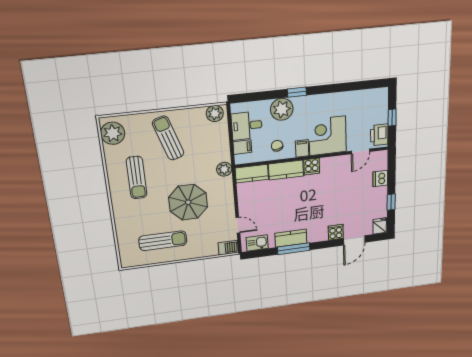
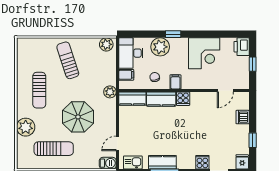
desk: (247, 126) -> (131, 53), width x1.37
plant: (113, 133) -> (26, 127), moved
printer: (379, 135) -> (242, 47), moved
corner desk: (328, 136) -> (204, 53), moved, turned 180
door: (238, 225) -> (117, 143), swing flipped

